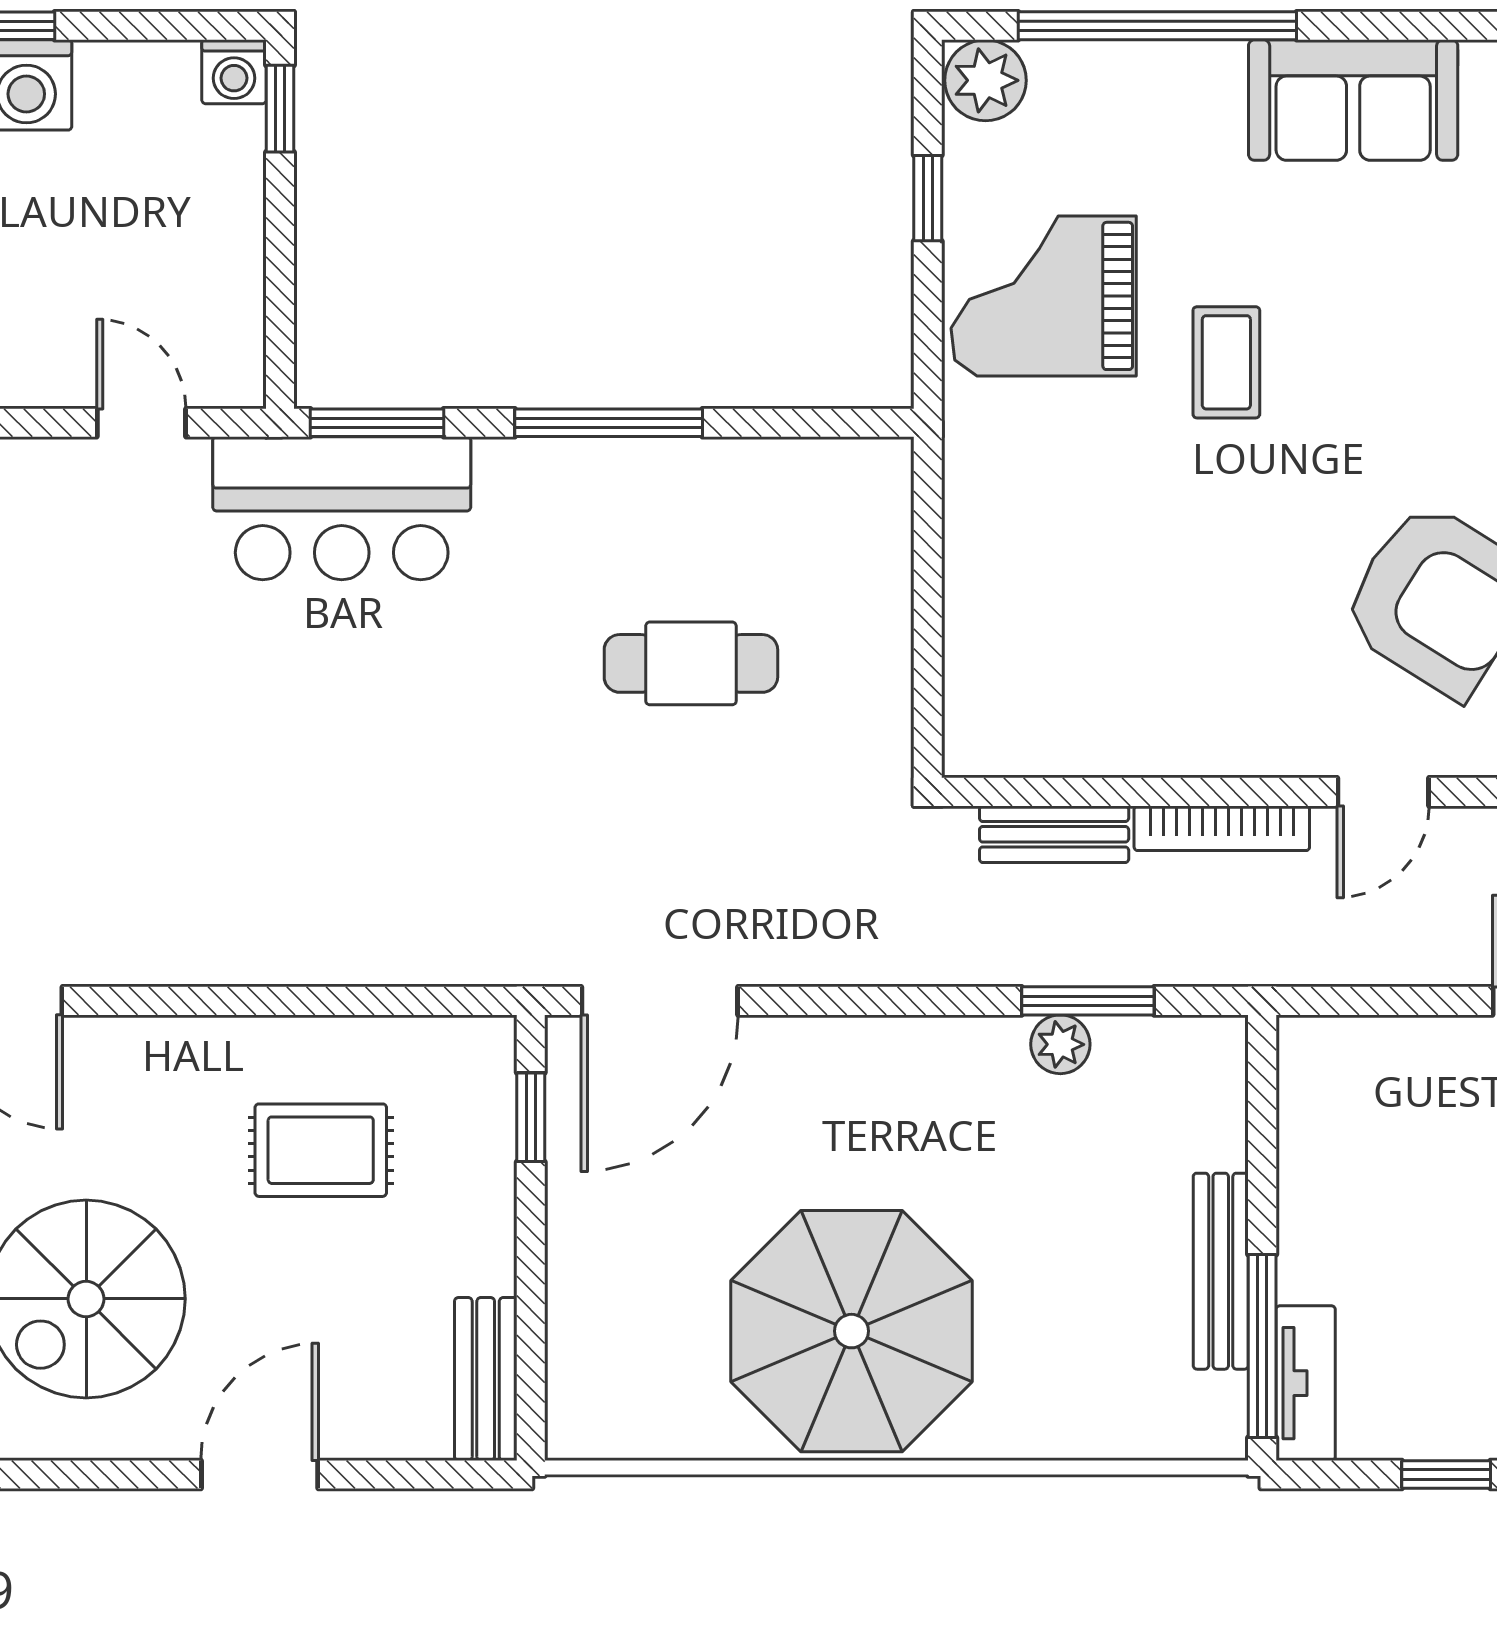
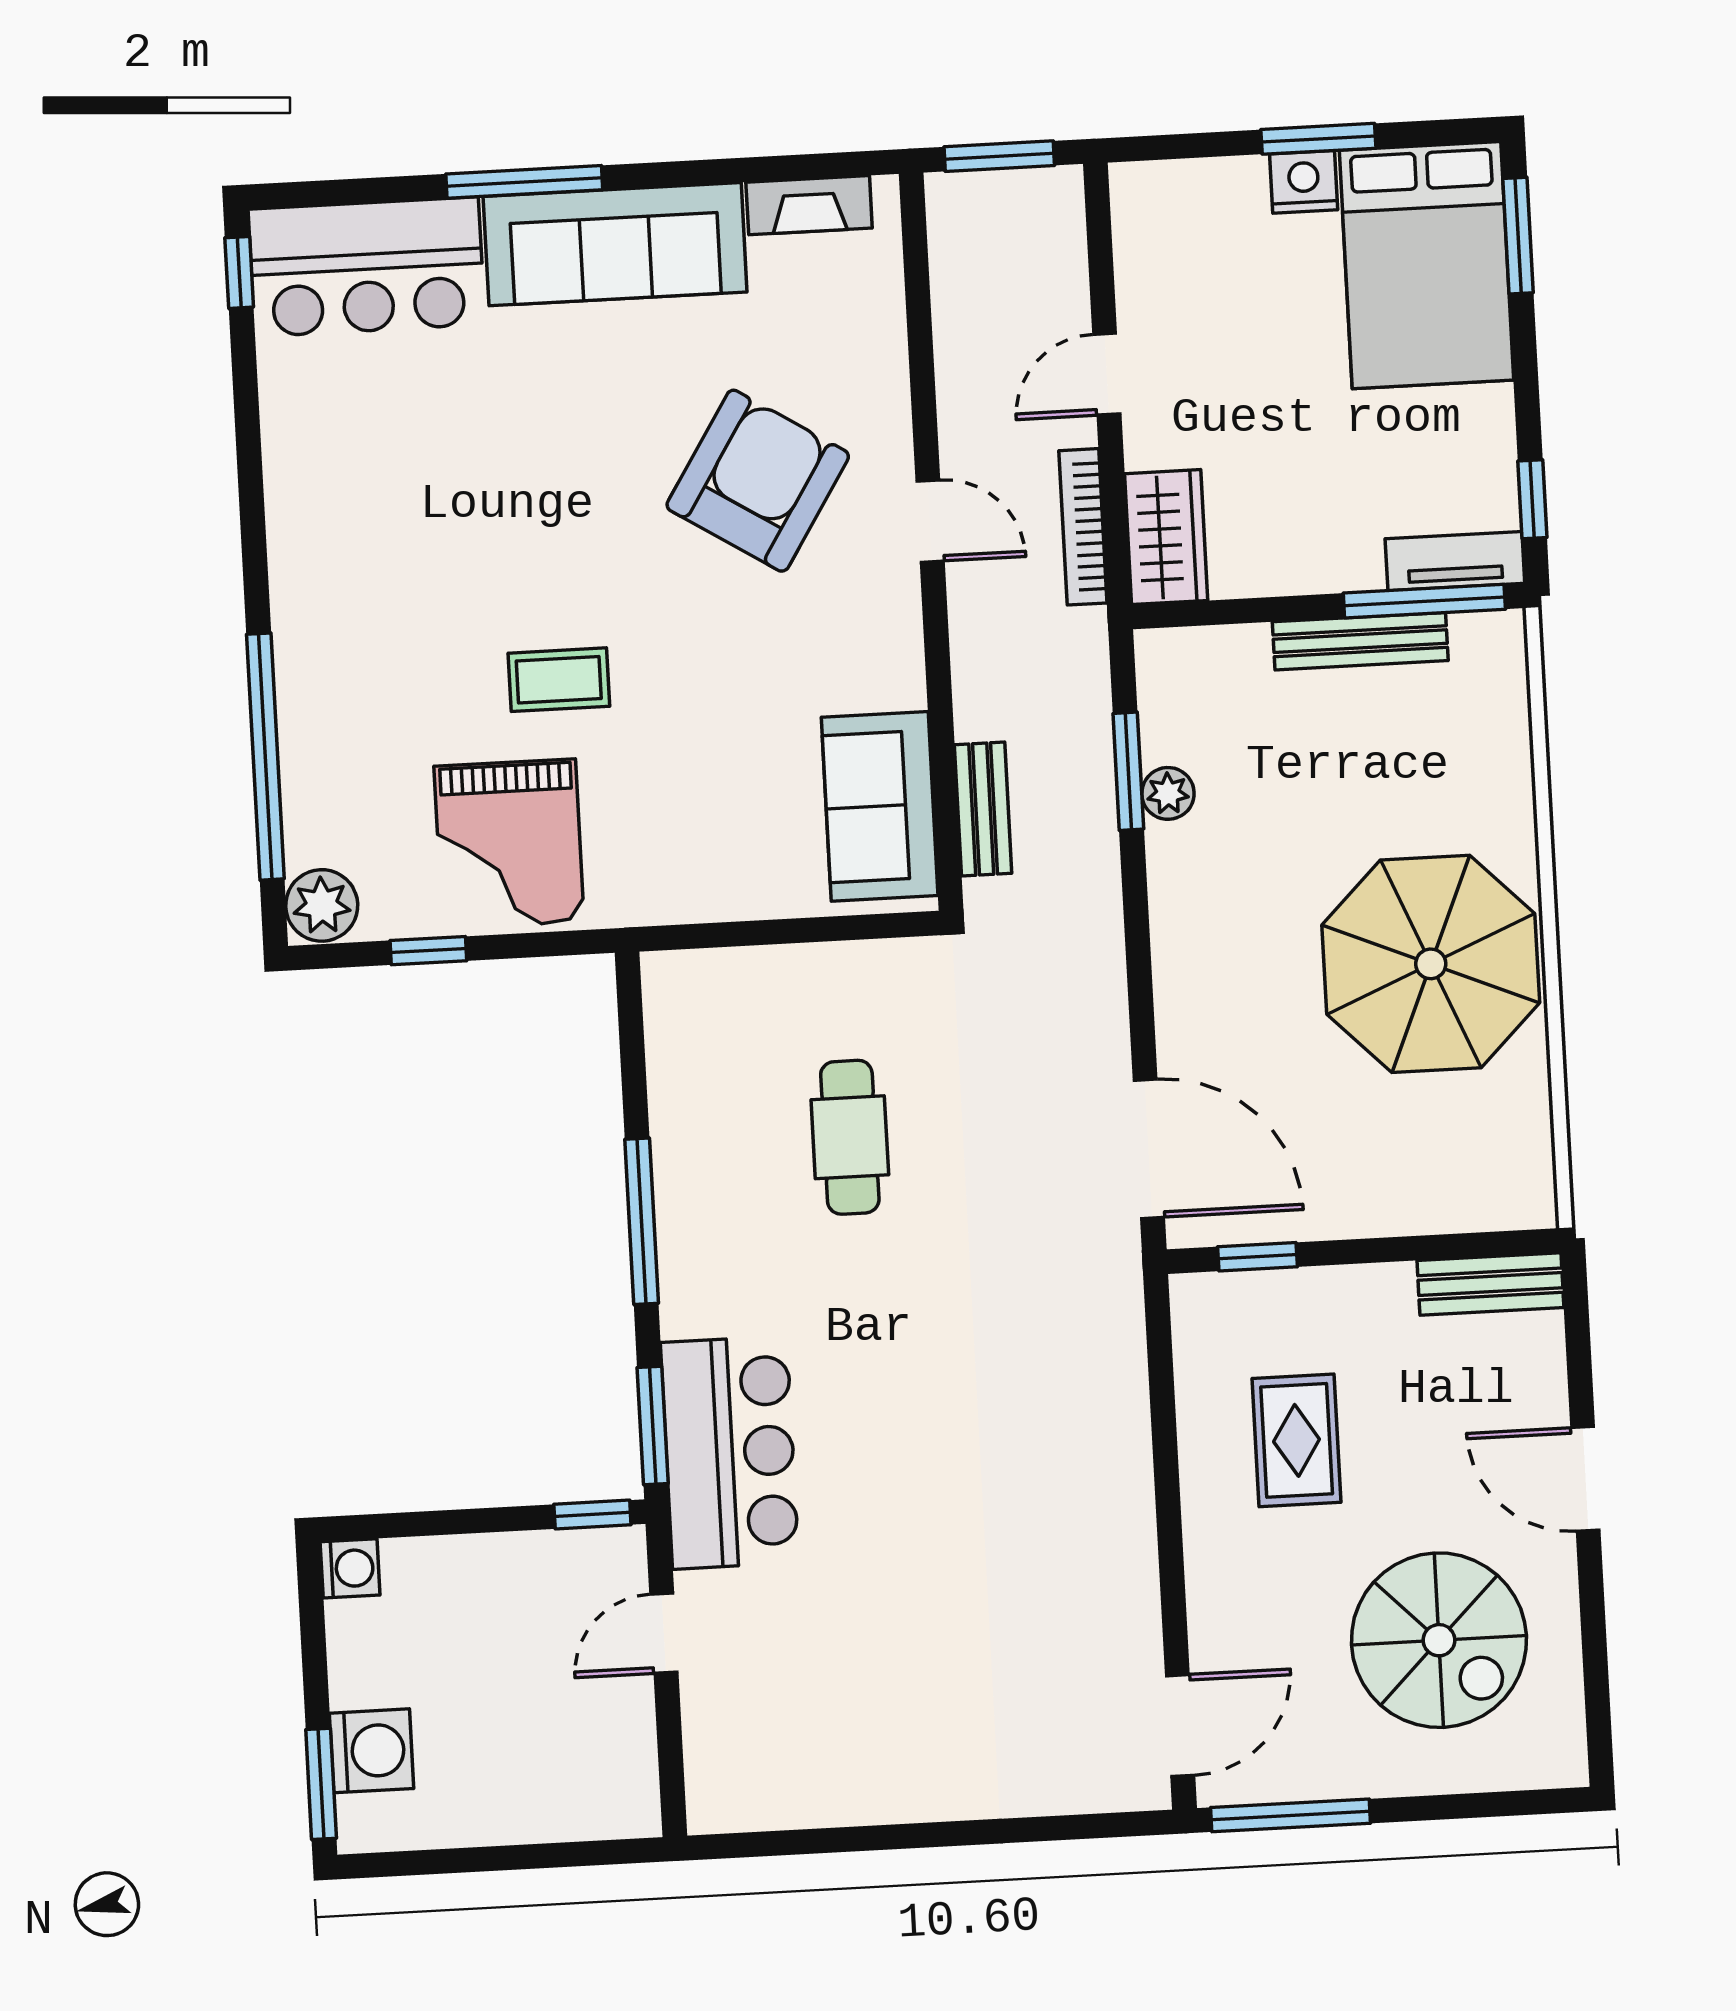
sofa: (1353, 100) -> (880, 806), moved, turned 180
window: (280, 109) -> (592, 1515), moved
bookcase: (1222, 828) -> (1083, 527), moved, turned 180
wardrobe: (1350, 1058) -> (1166, 537), added
window: (1446, 1474) -> (1532, 499), moved

